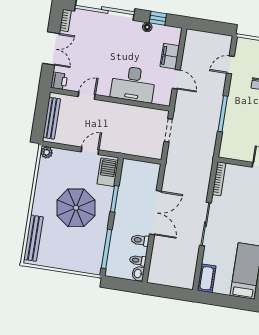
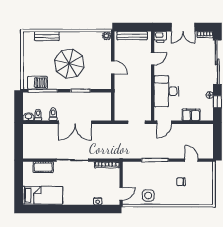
door: (176, 79) -> (164, 122), moved
door: (87, 96) -> (153, 59), hinge flipped
barbecue: (108, 172) -> (37, 83), moved
bench: (33, 238) -> (47, 36), width x0.73
cot: (207, 278) -> (43, 167), moved

